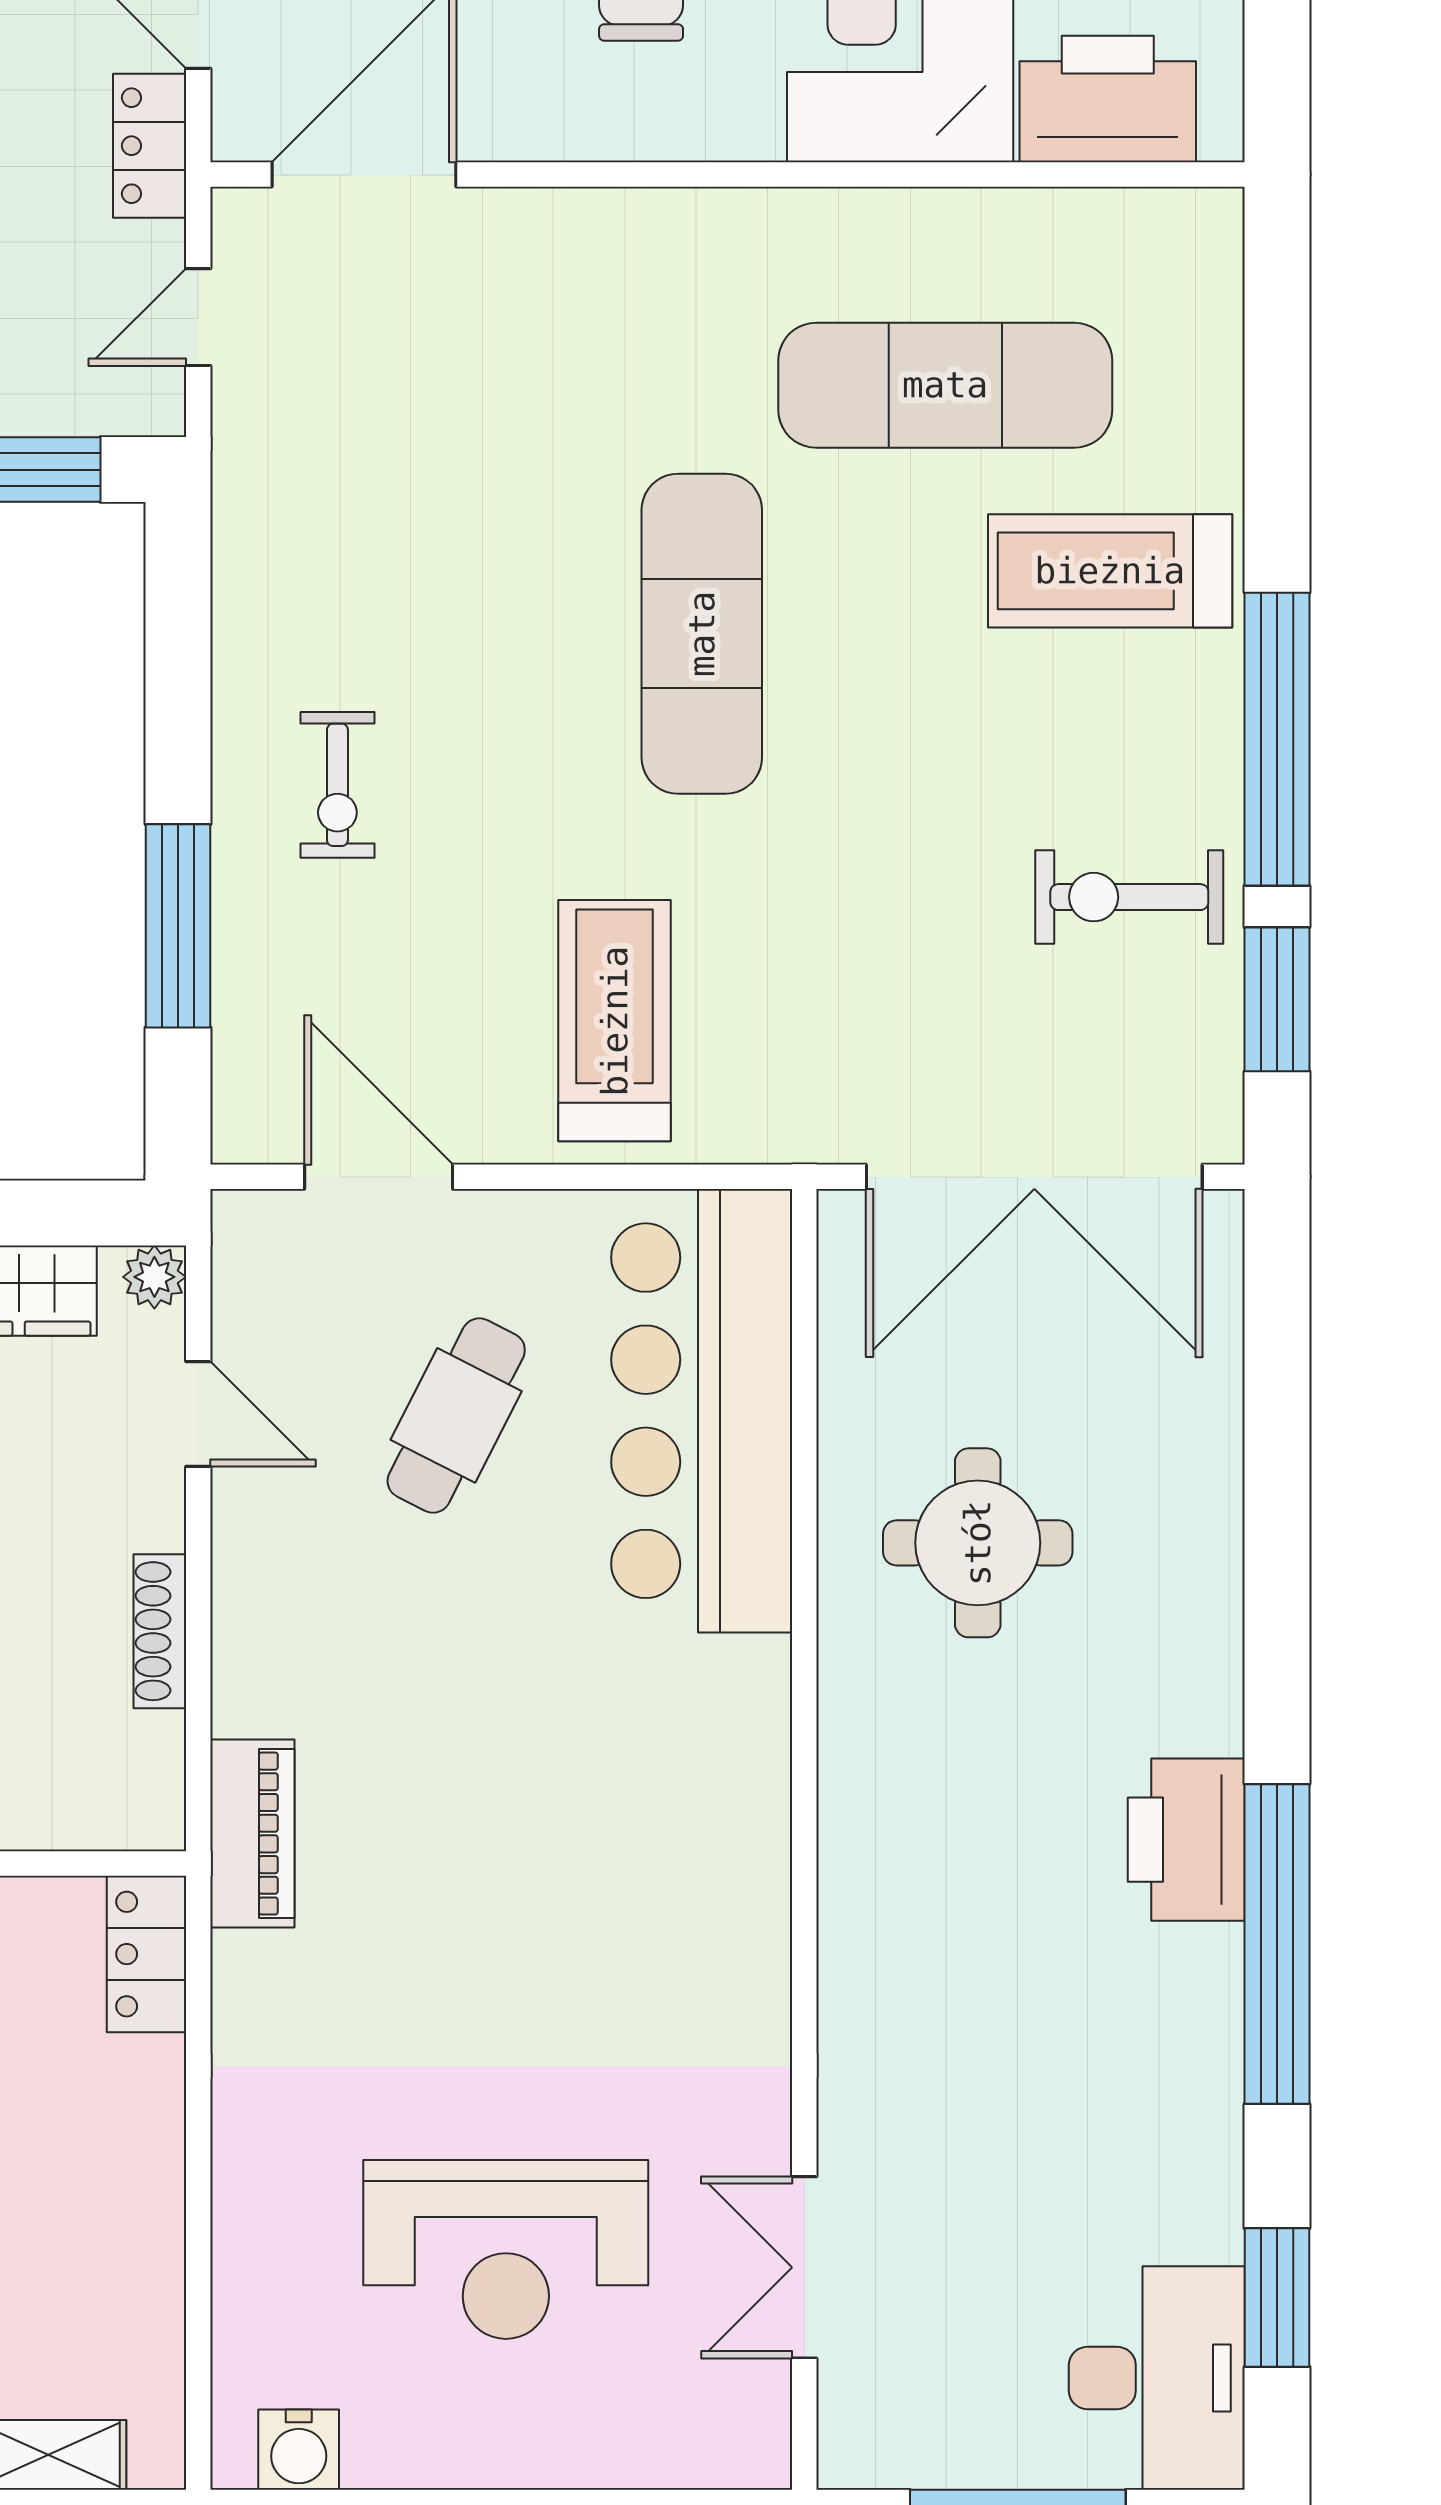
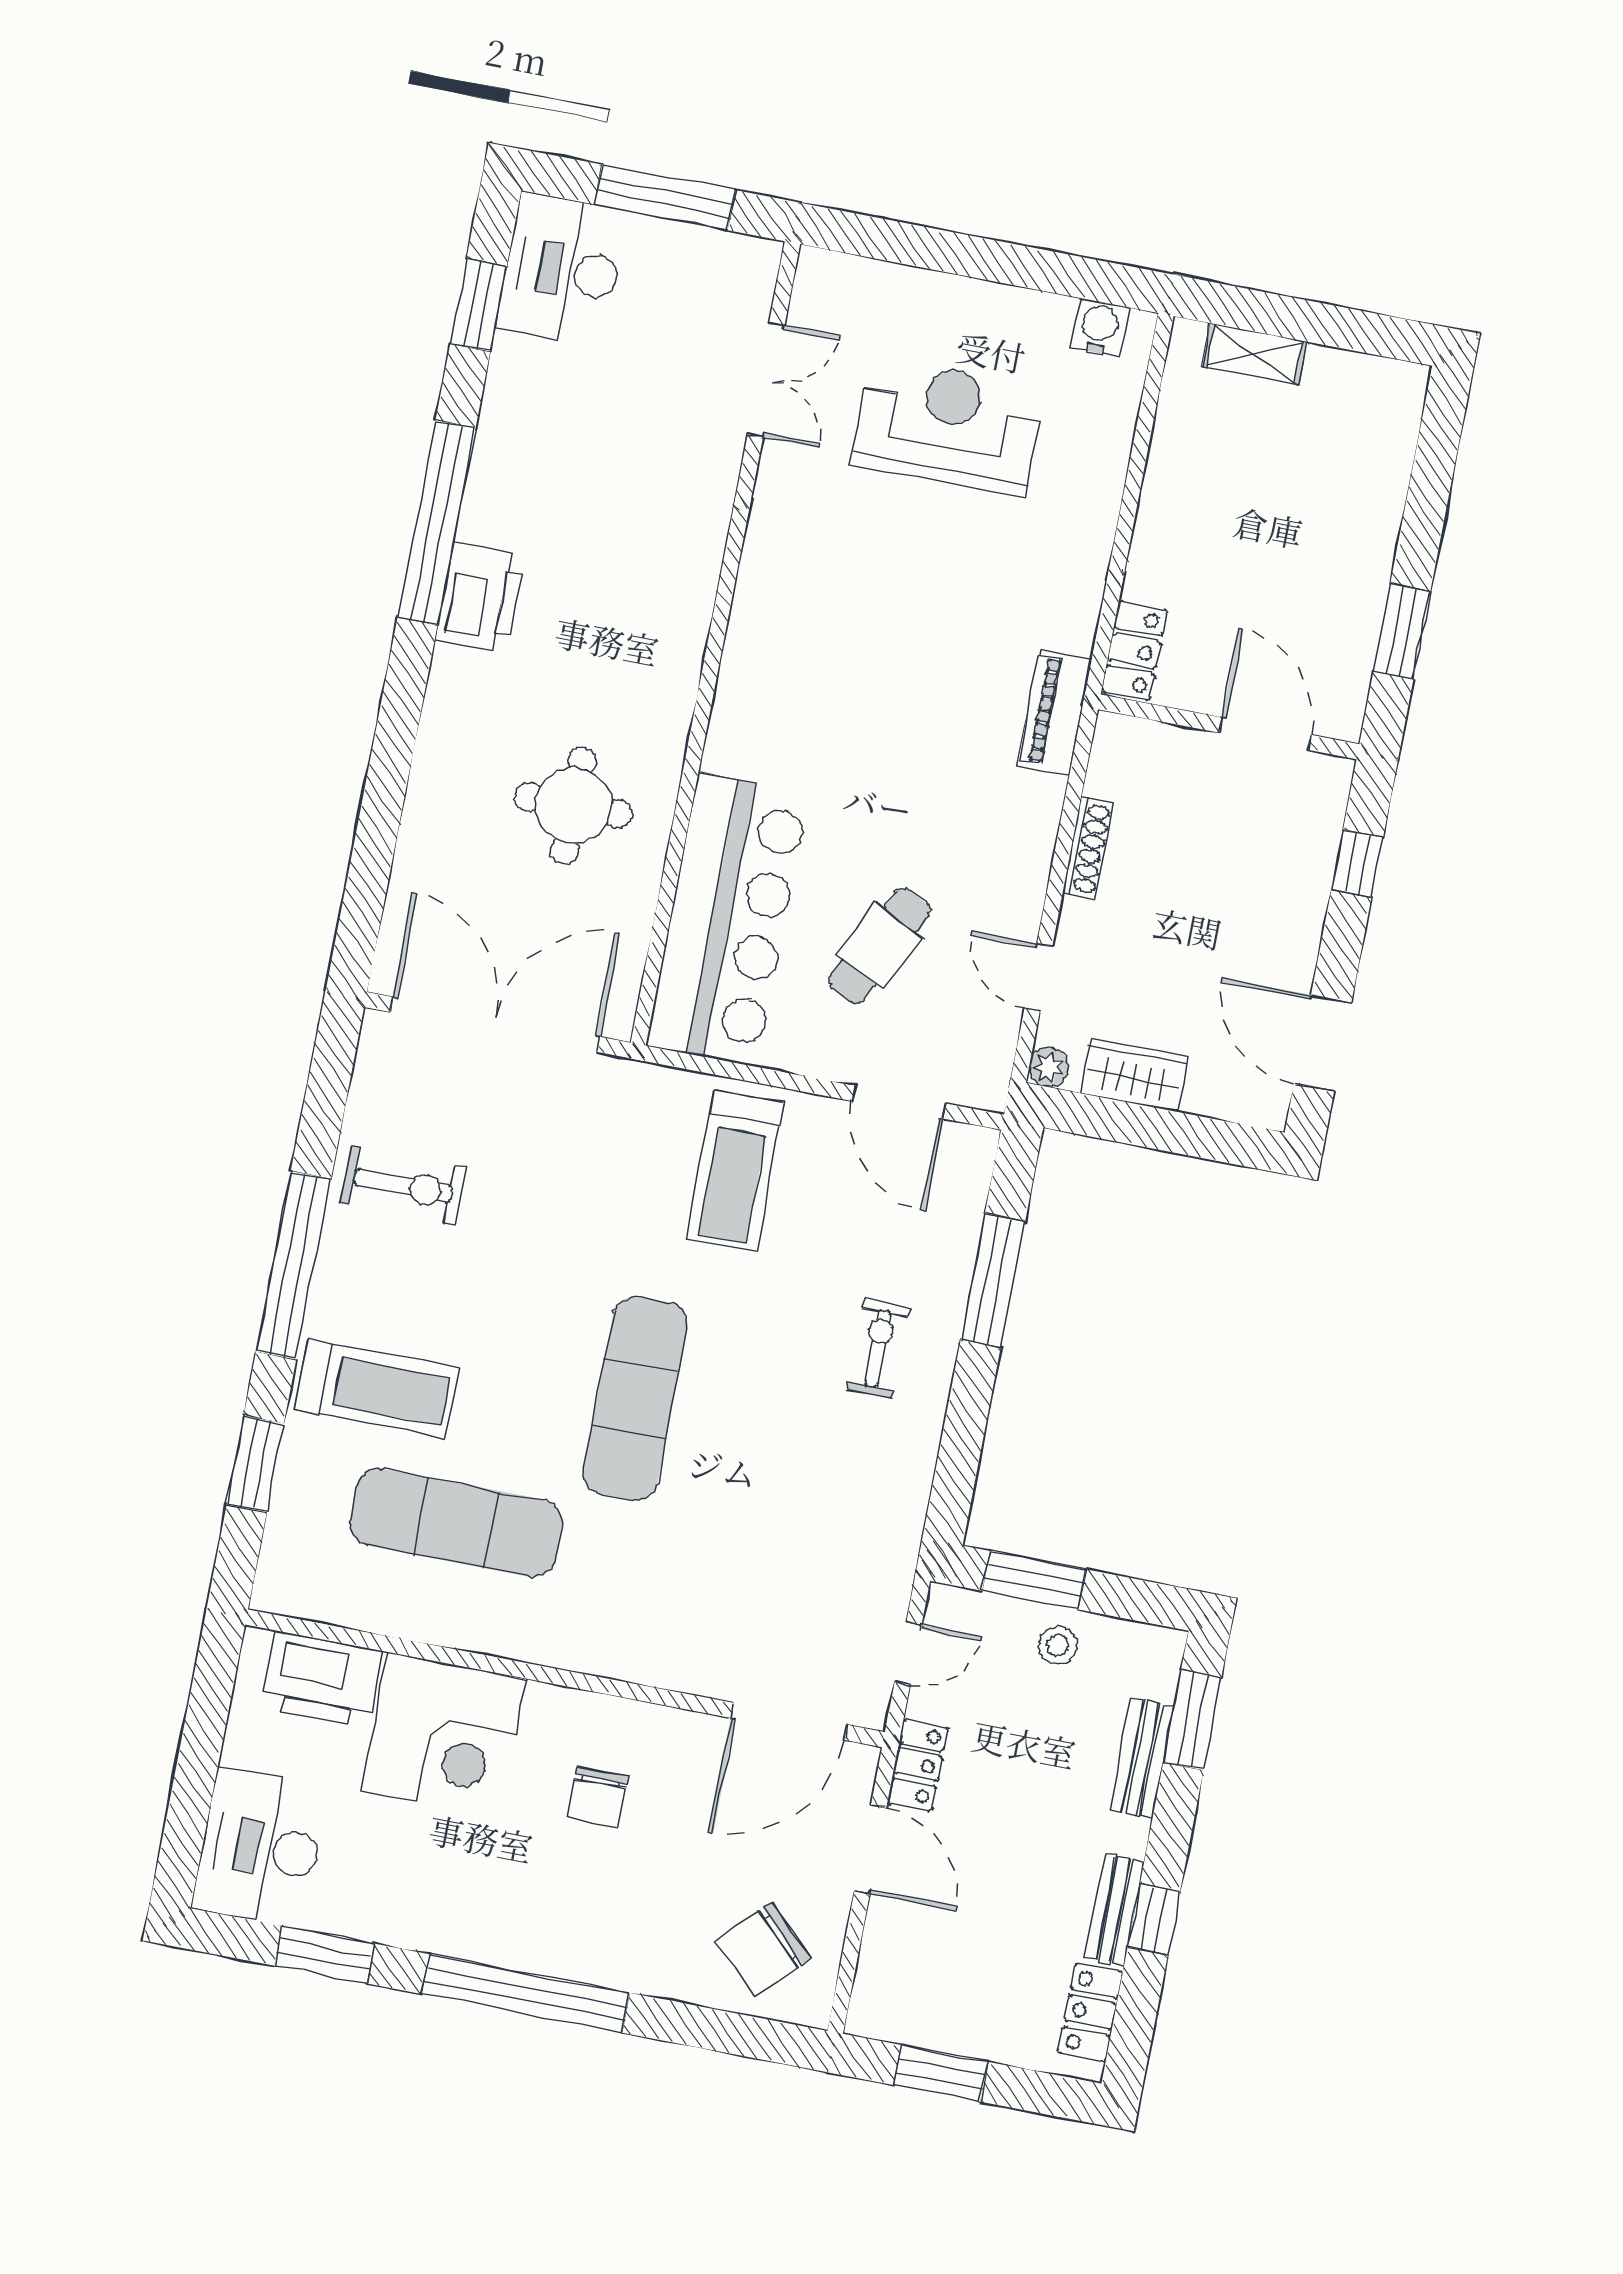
window: (1277, 999) -> (255, 1464), moved

